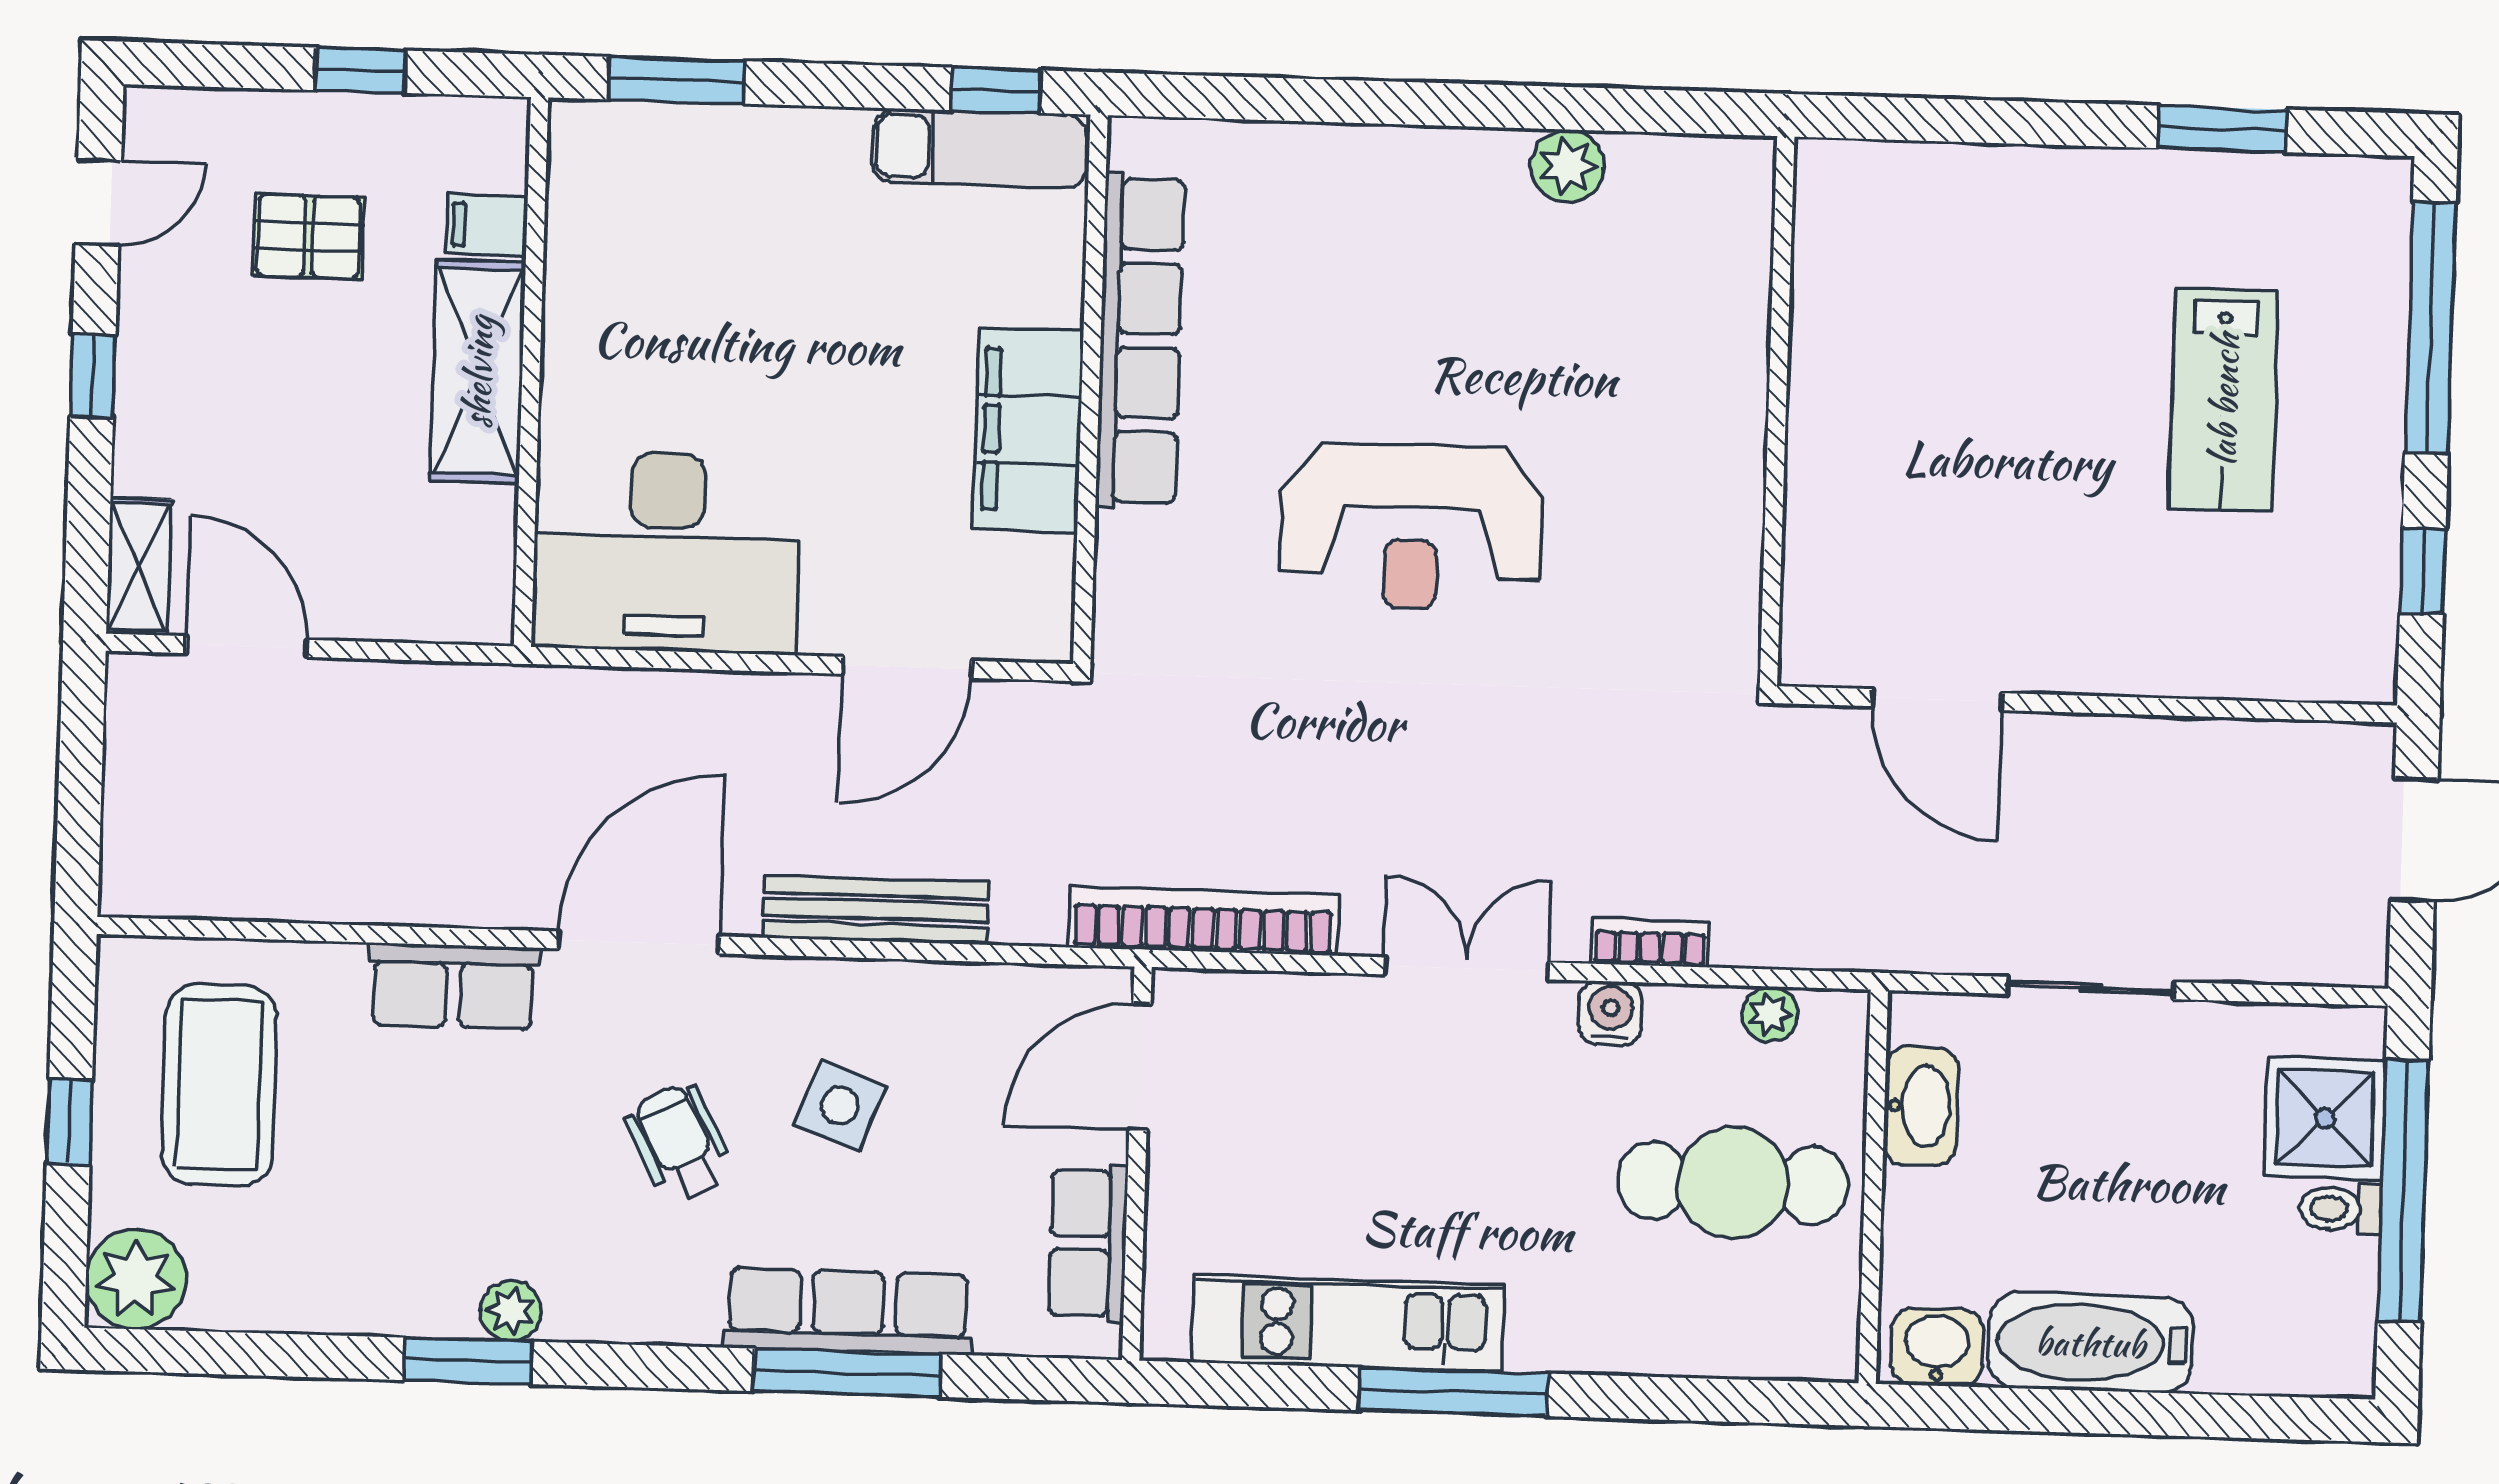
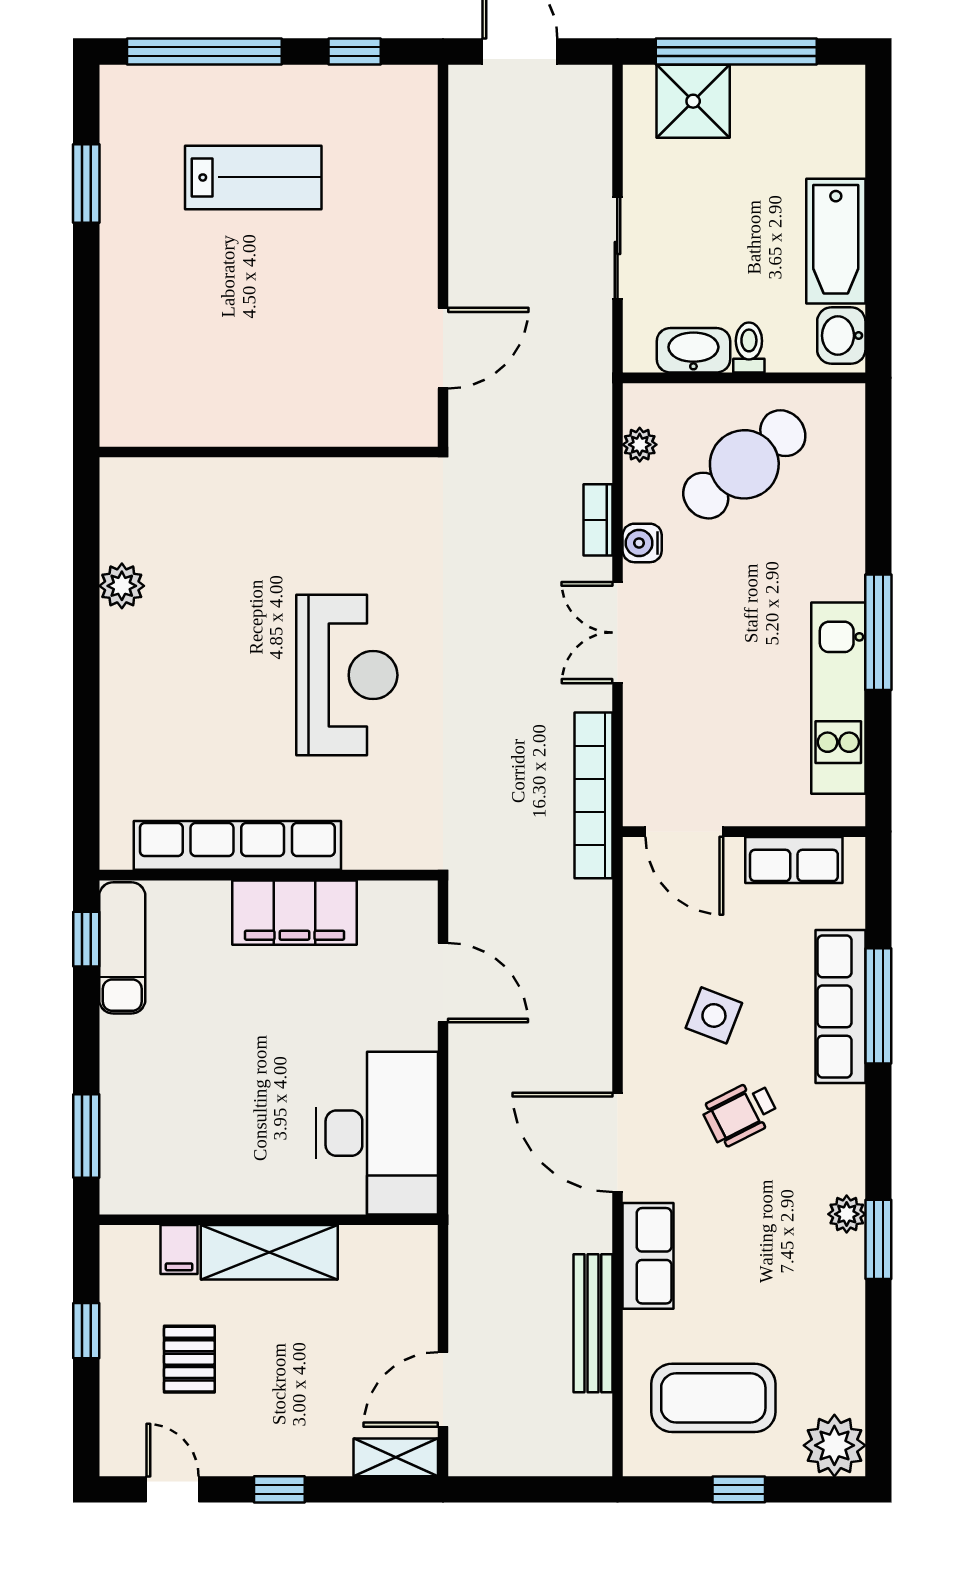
bench: (876, 910) -> (593, 1323), moved
cafe table: (1733, 1183) -> (744, 464), turned 51
toilet: (2341, 1209) -> (749, 347), moved, turned 180

